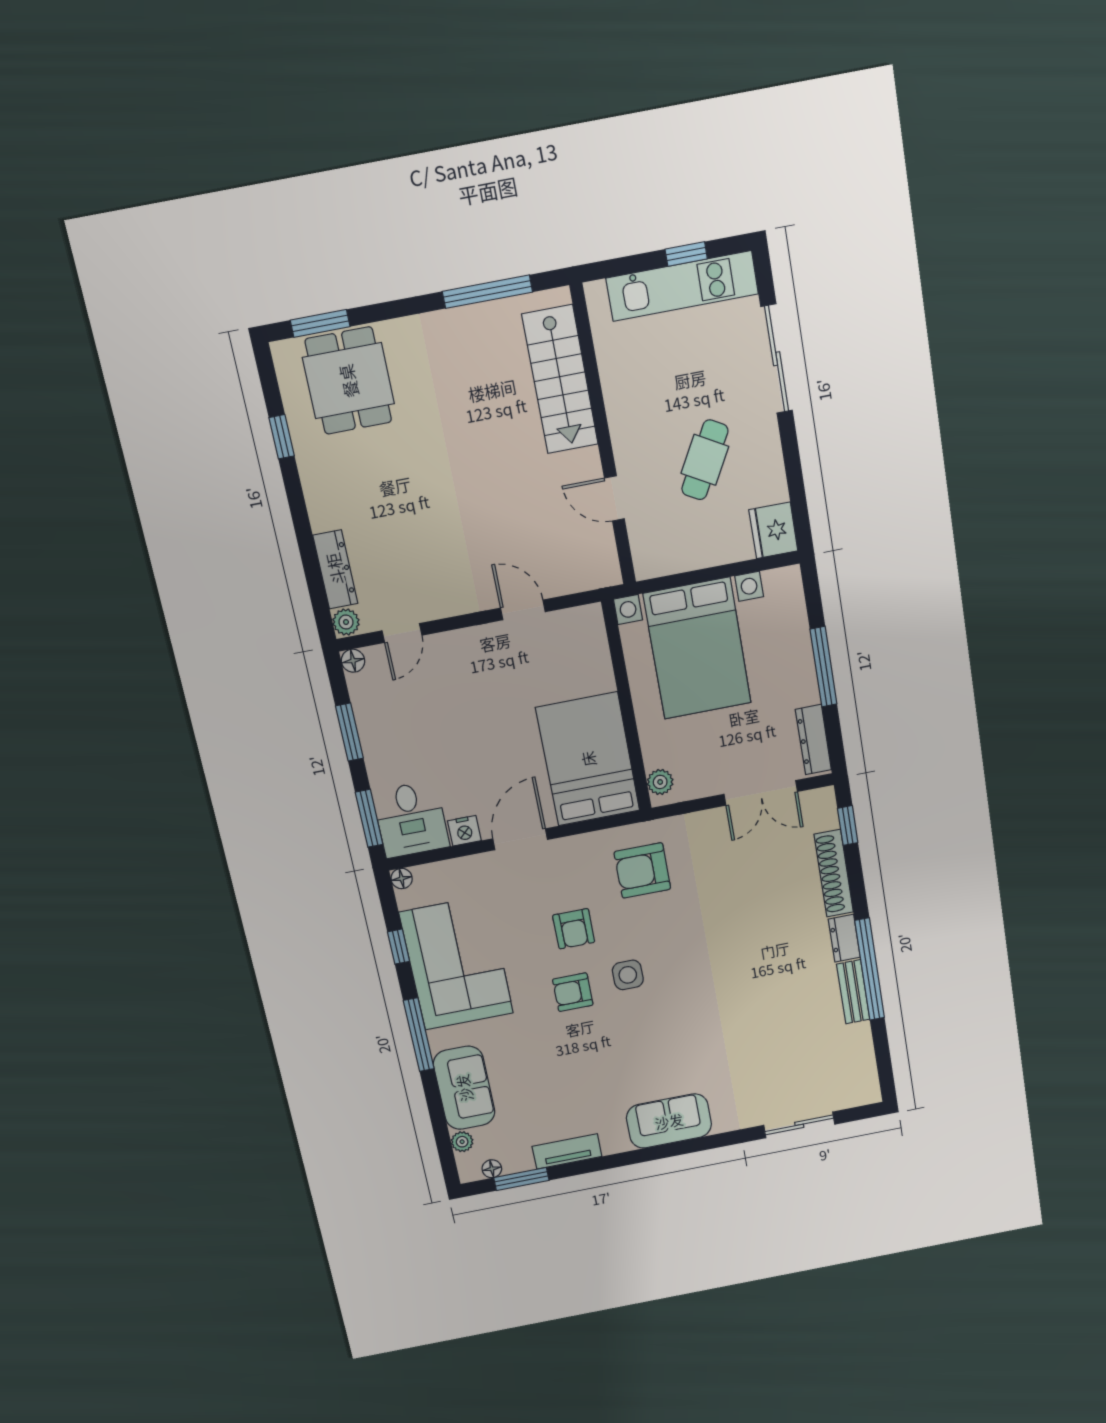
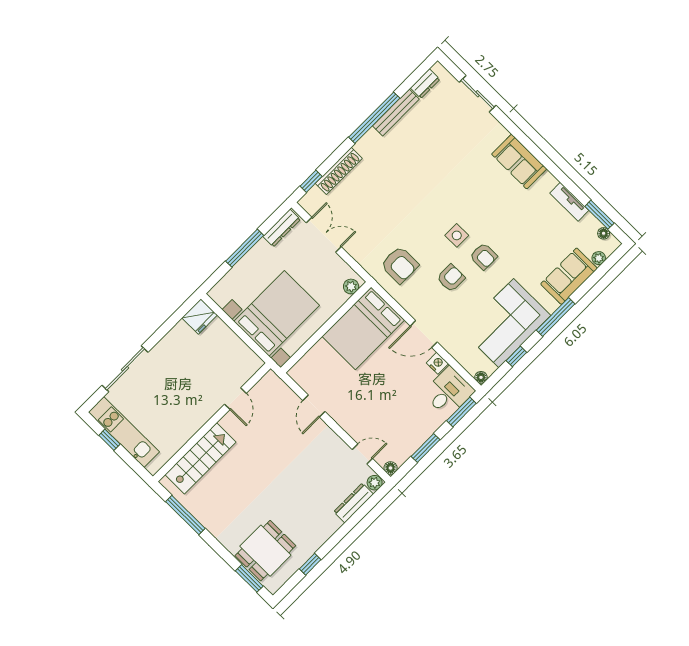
cafe table: (705, 460) -> (190, 370), removed
dresser: (844, 938) -> (425, 84), moved
bench: (853, 992) -> (396, 113), width x1.36

